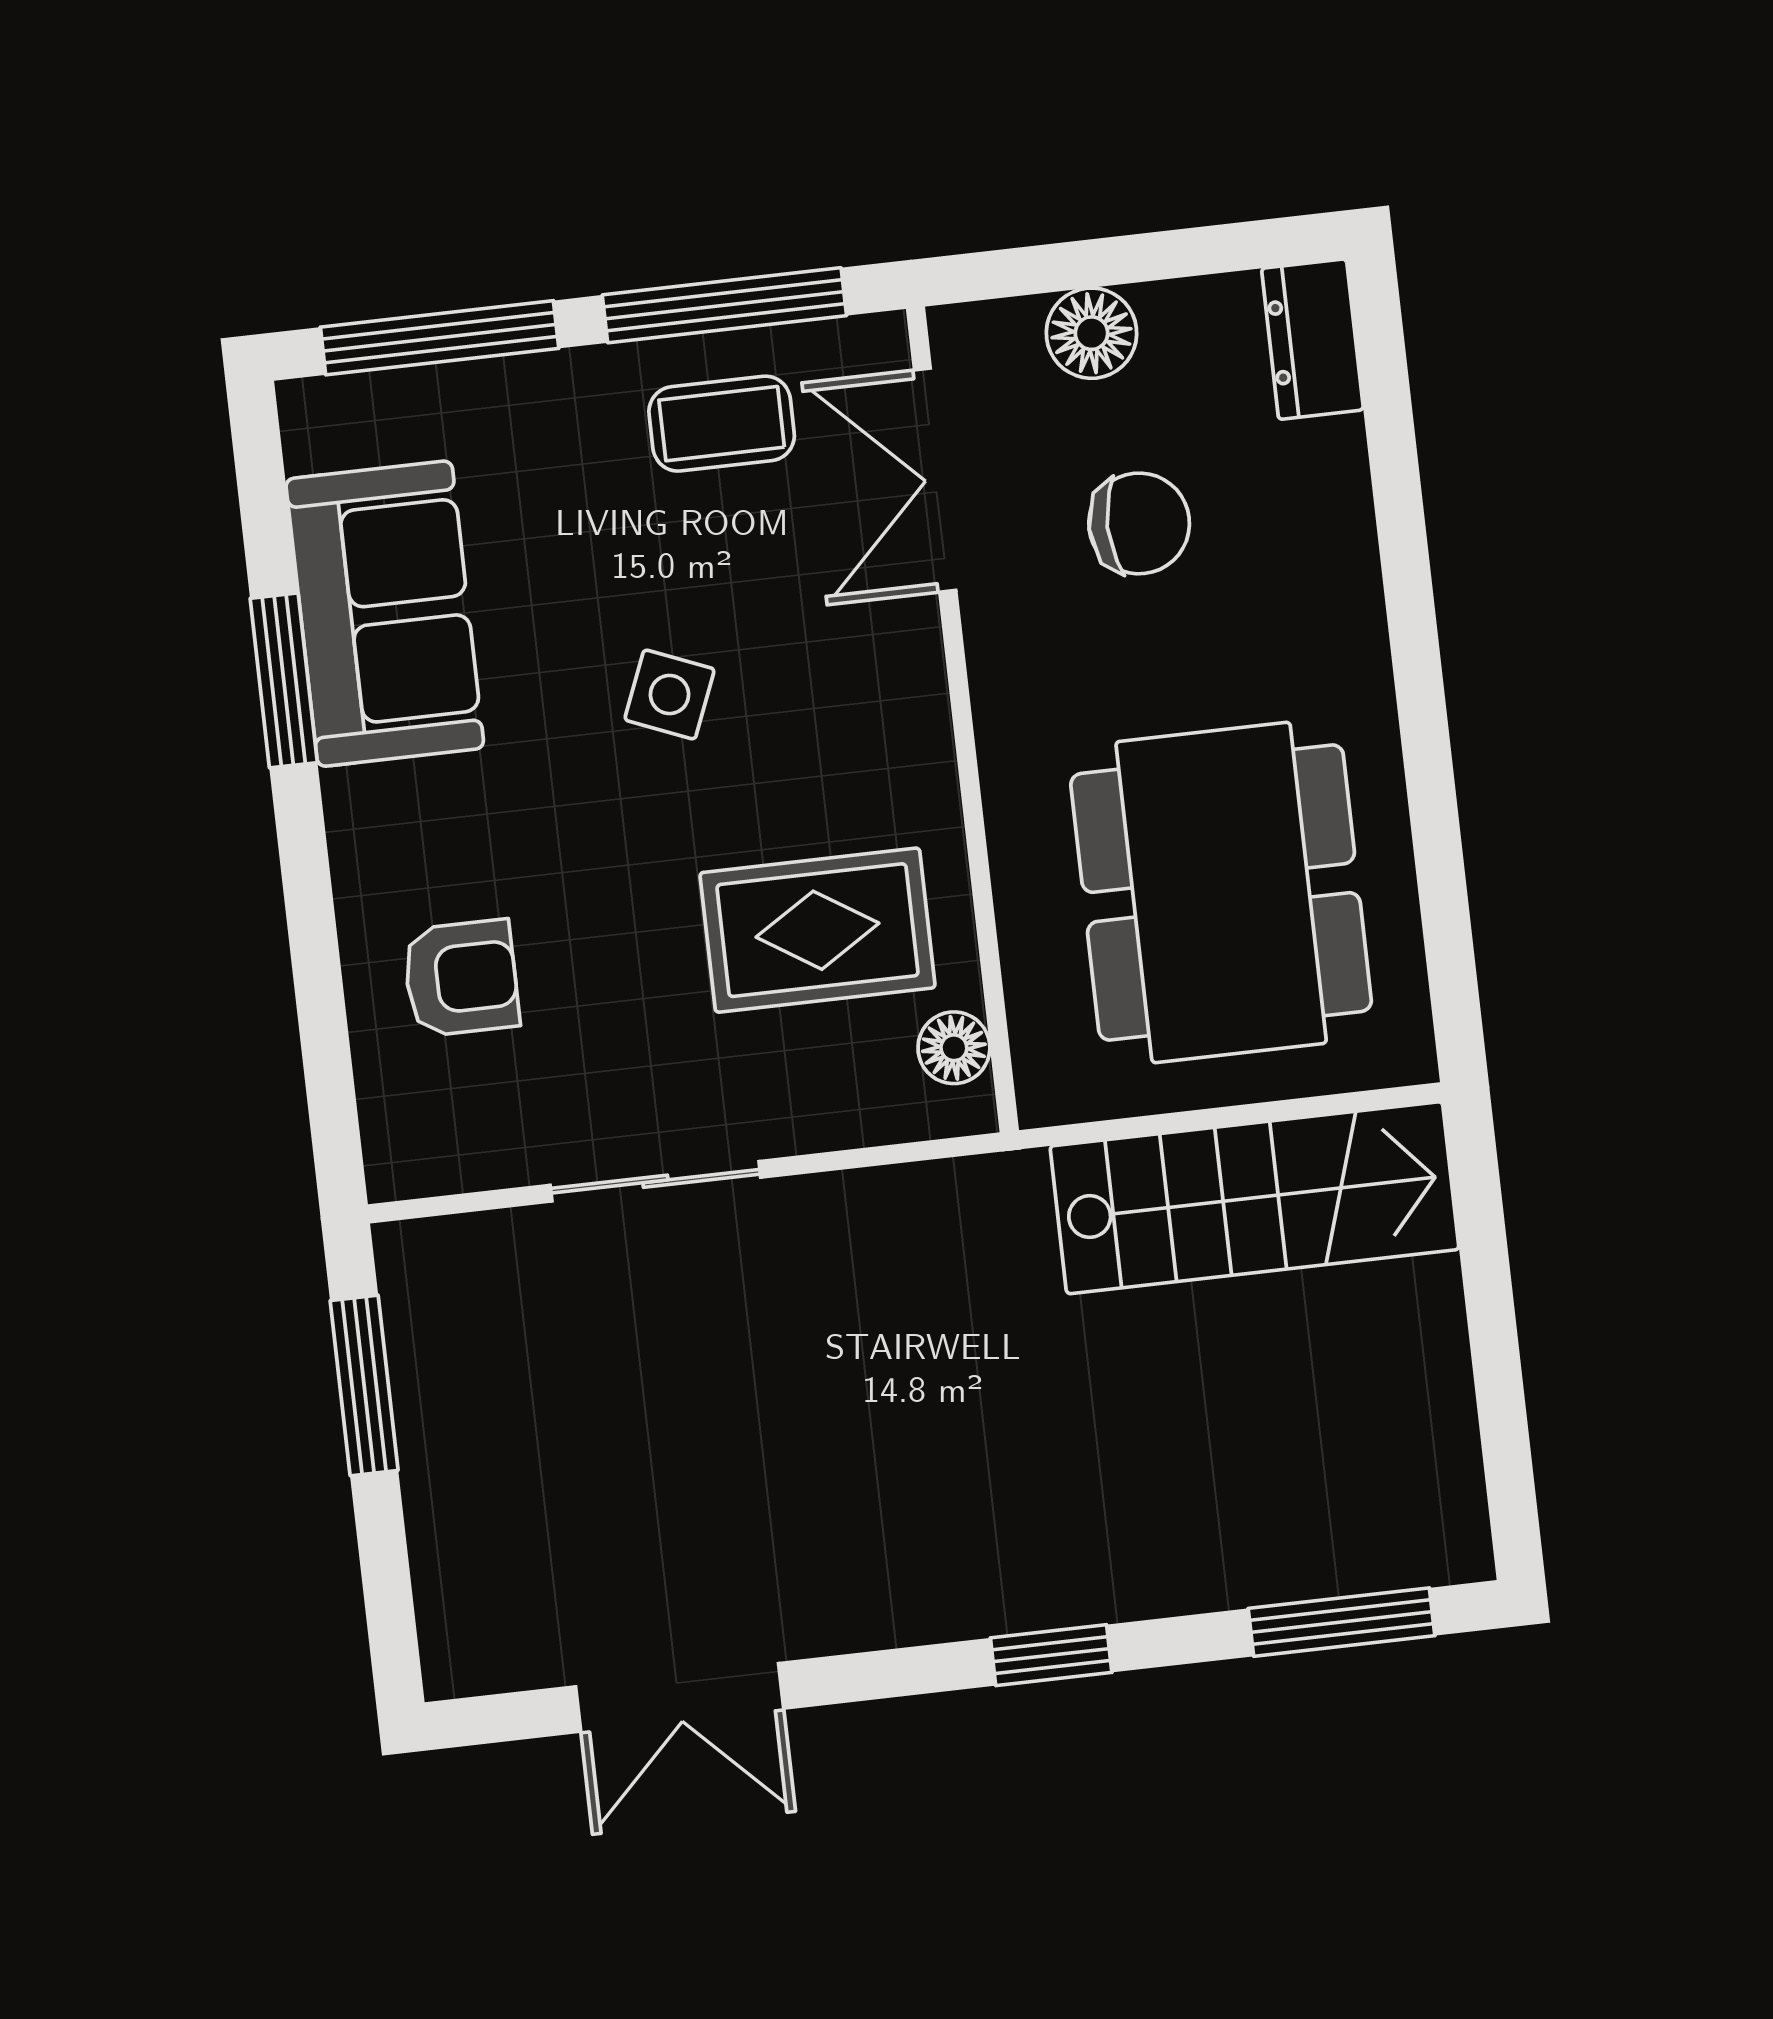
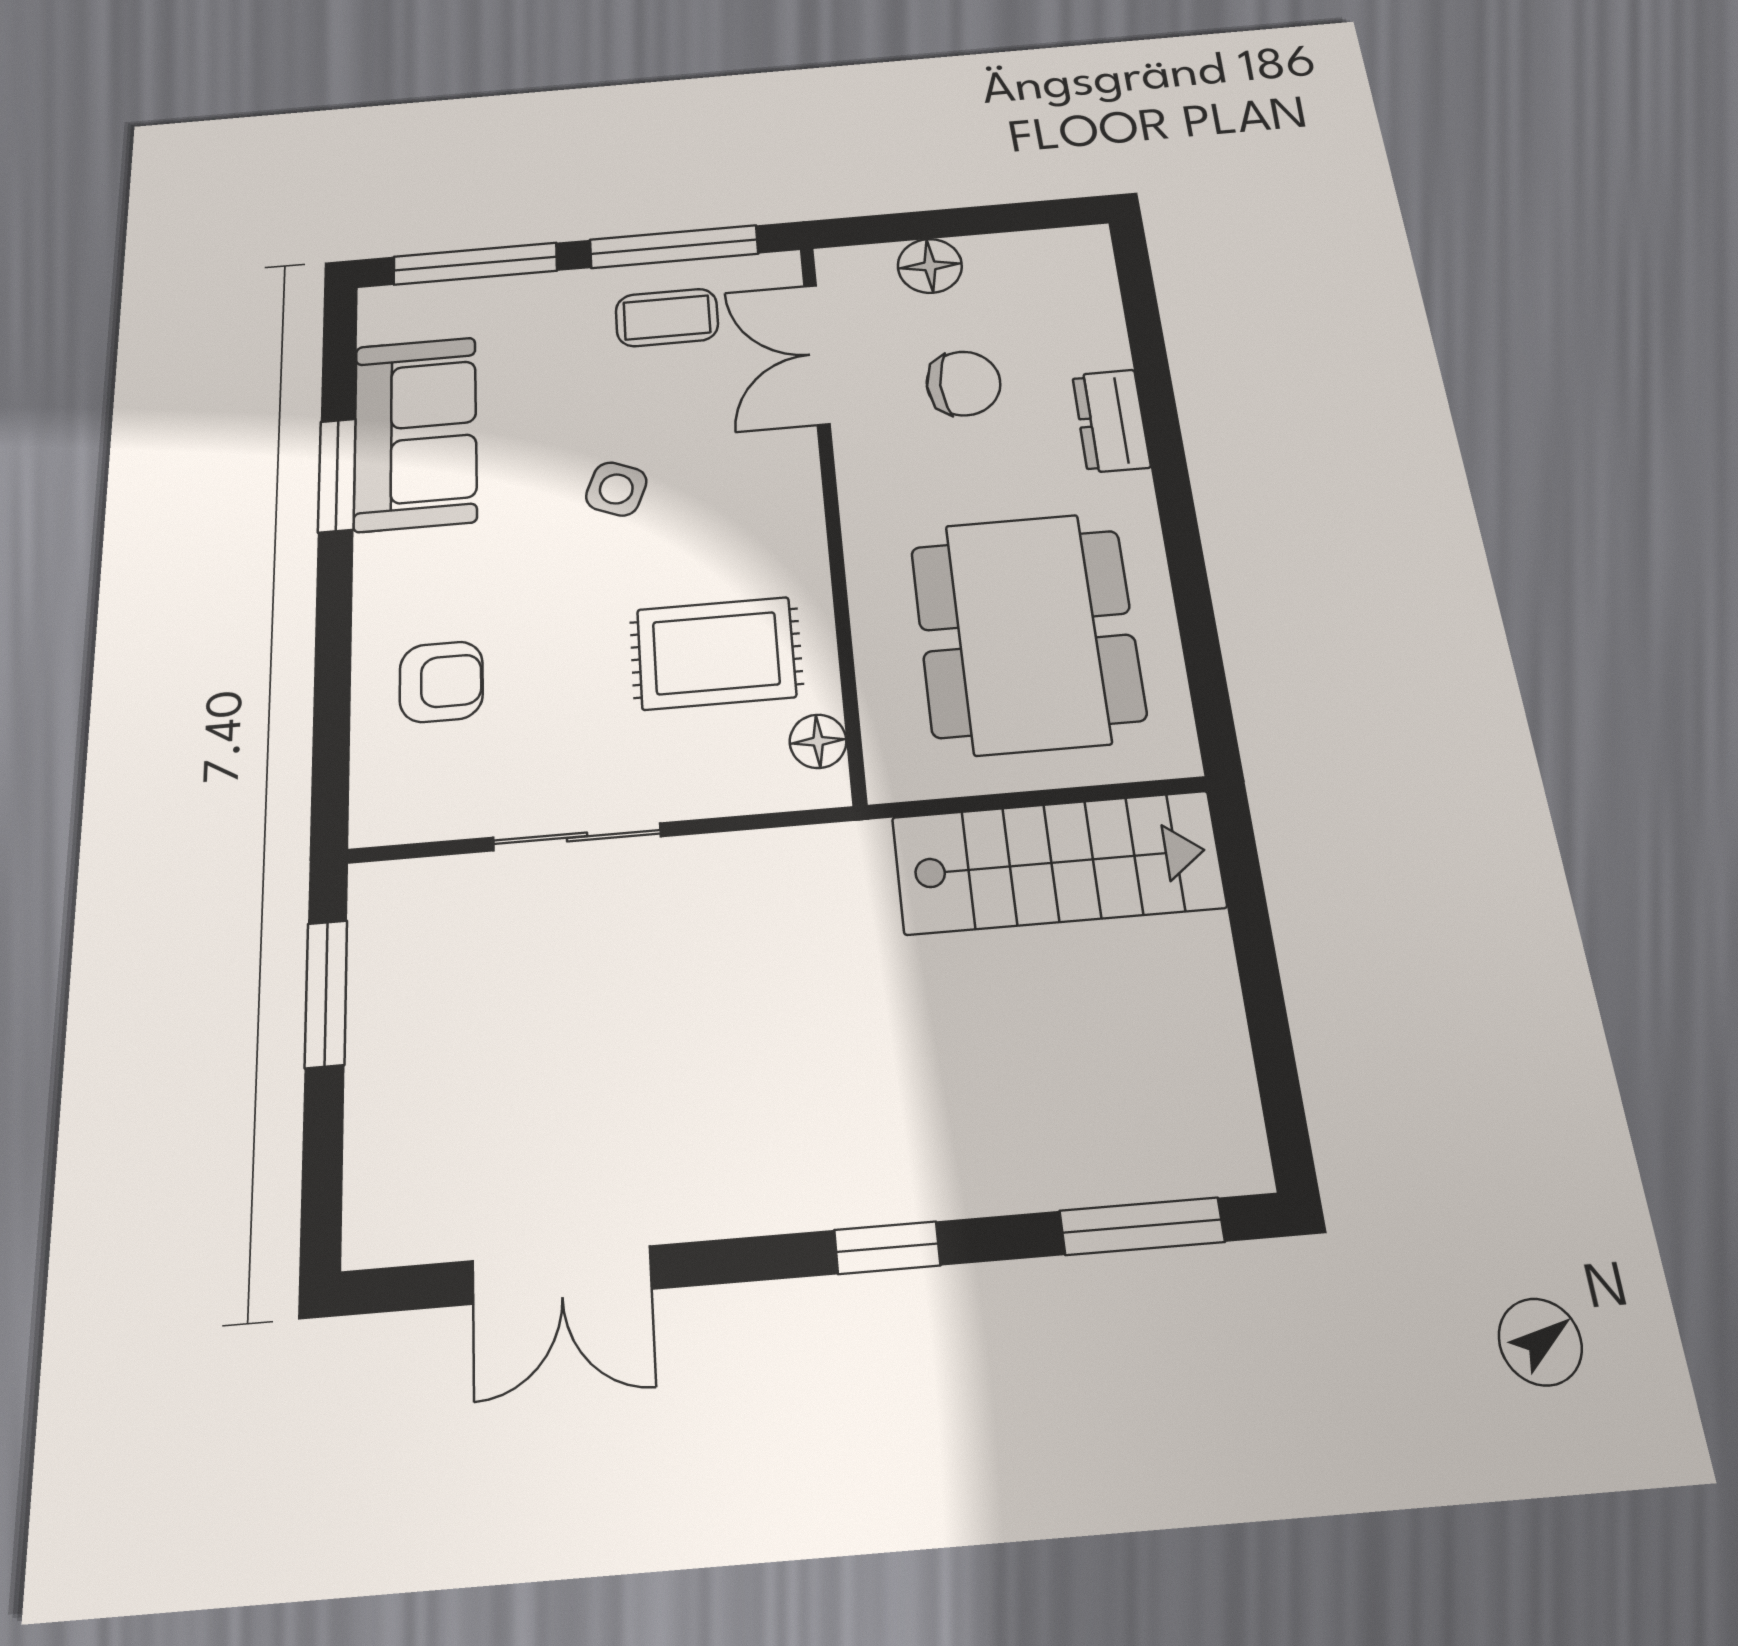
dresser: (1312, 339) -> (1111, 421), moved

